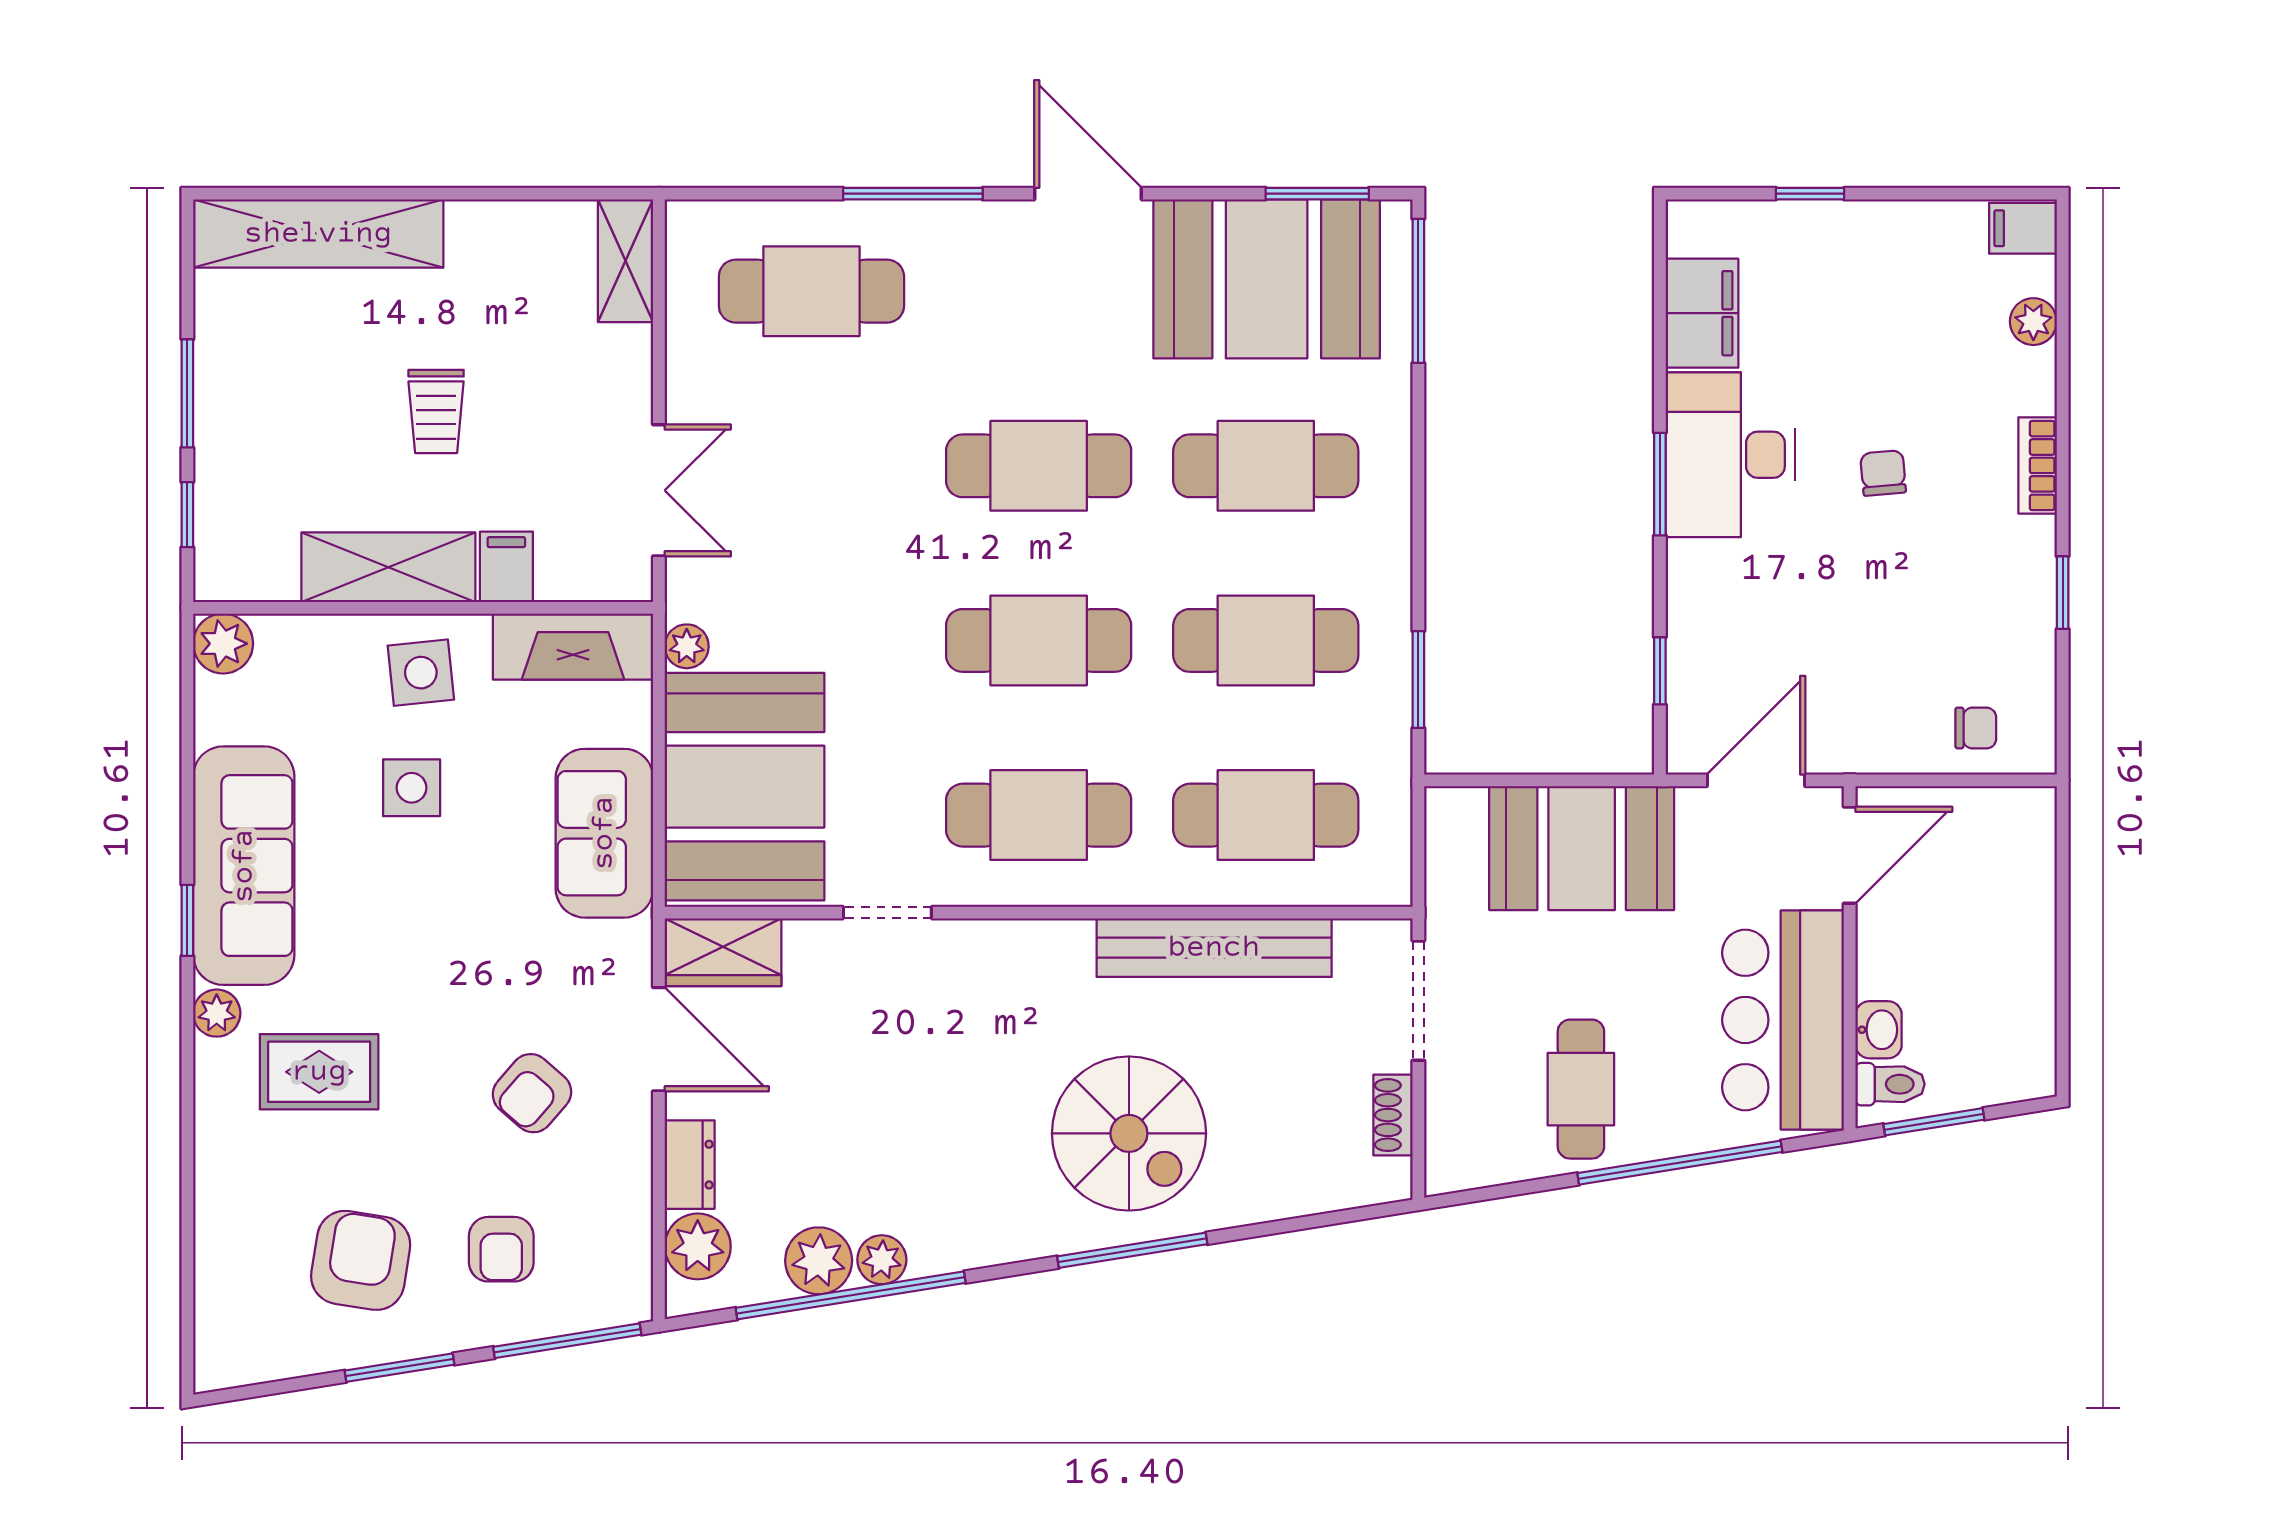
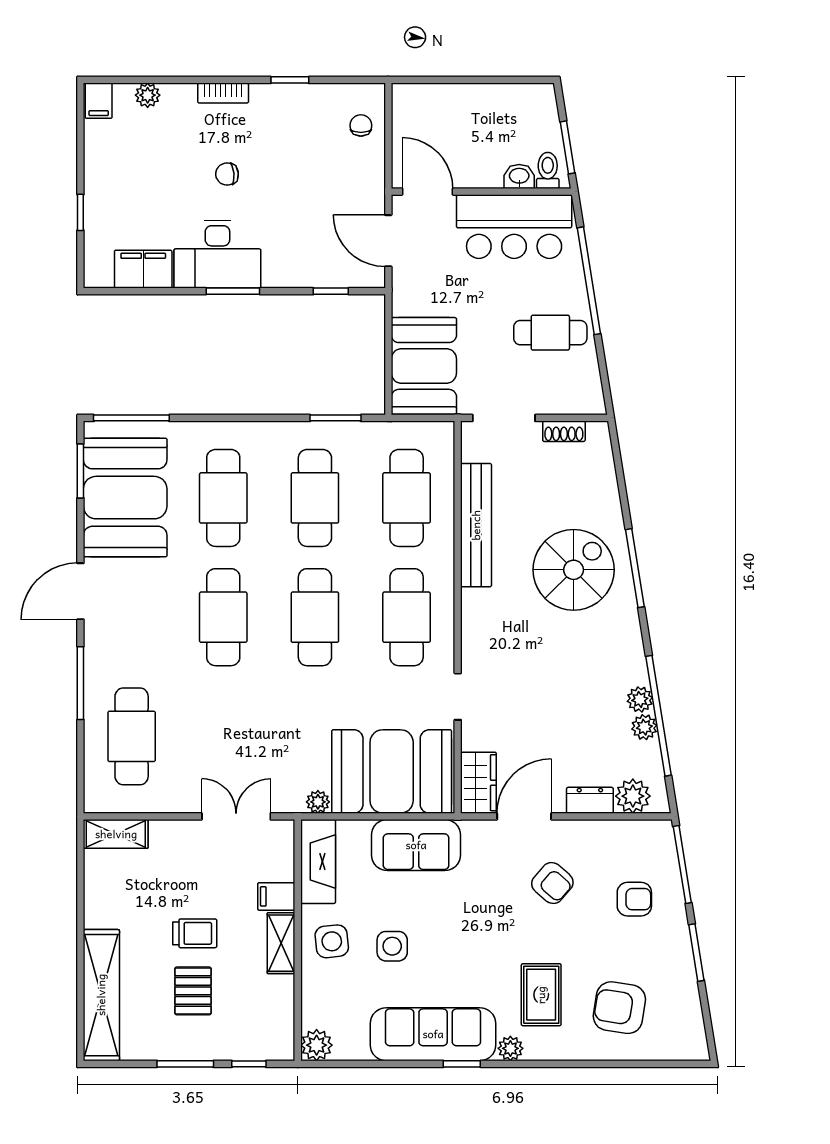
pallet: (326, 408) -> (193, 991), added
shelving: (388, 567) -> (281, 943), width x0.67, depth x0.75
booth: (1582, 848) -> (424, 366), moved
armchair: (361, 1260) -> (619, 1008), moved
plant: (819, 1261) -> (644, 727), width x0.73, depth x0.73

